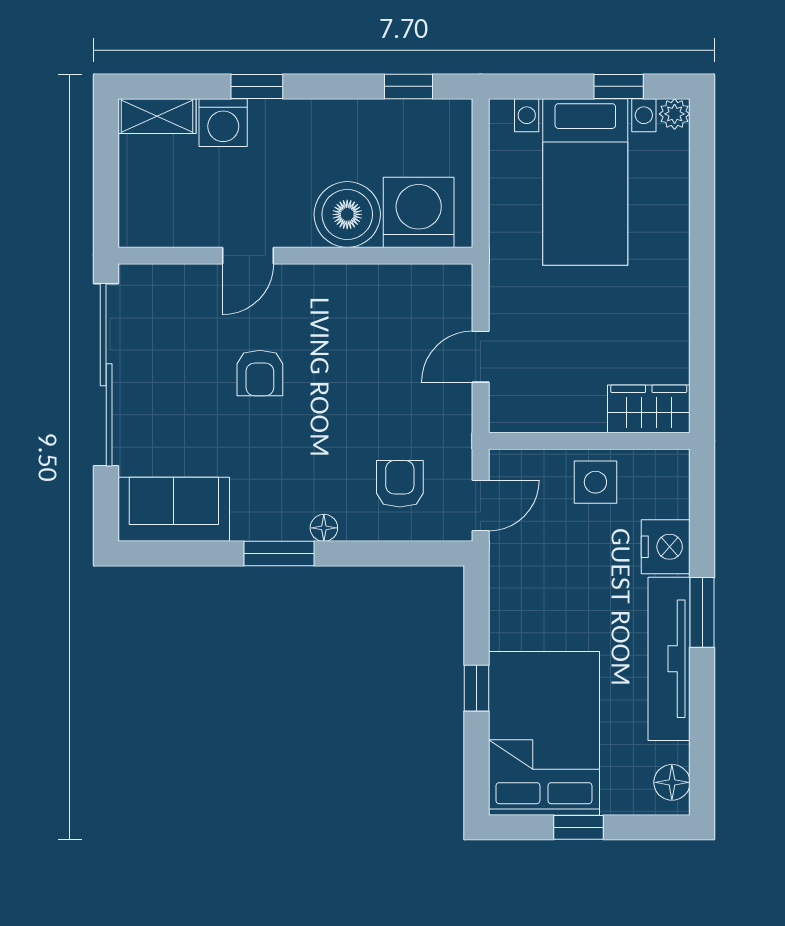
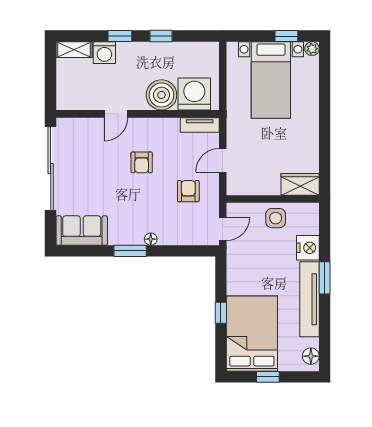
window: (408, 86) -> (161, 36), moved
tv unit: (430, 280) -> (200, 125), added
armchair: (260, 373) -> (142, 162), moved
armchair: (400, 484) -> (188, 191), moved

